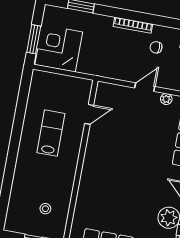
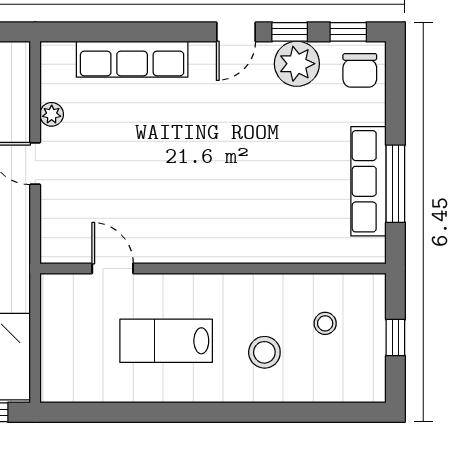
stool: (37, 178) -> (264, 352), added

